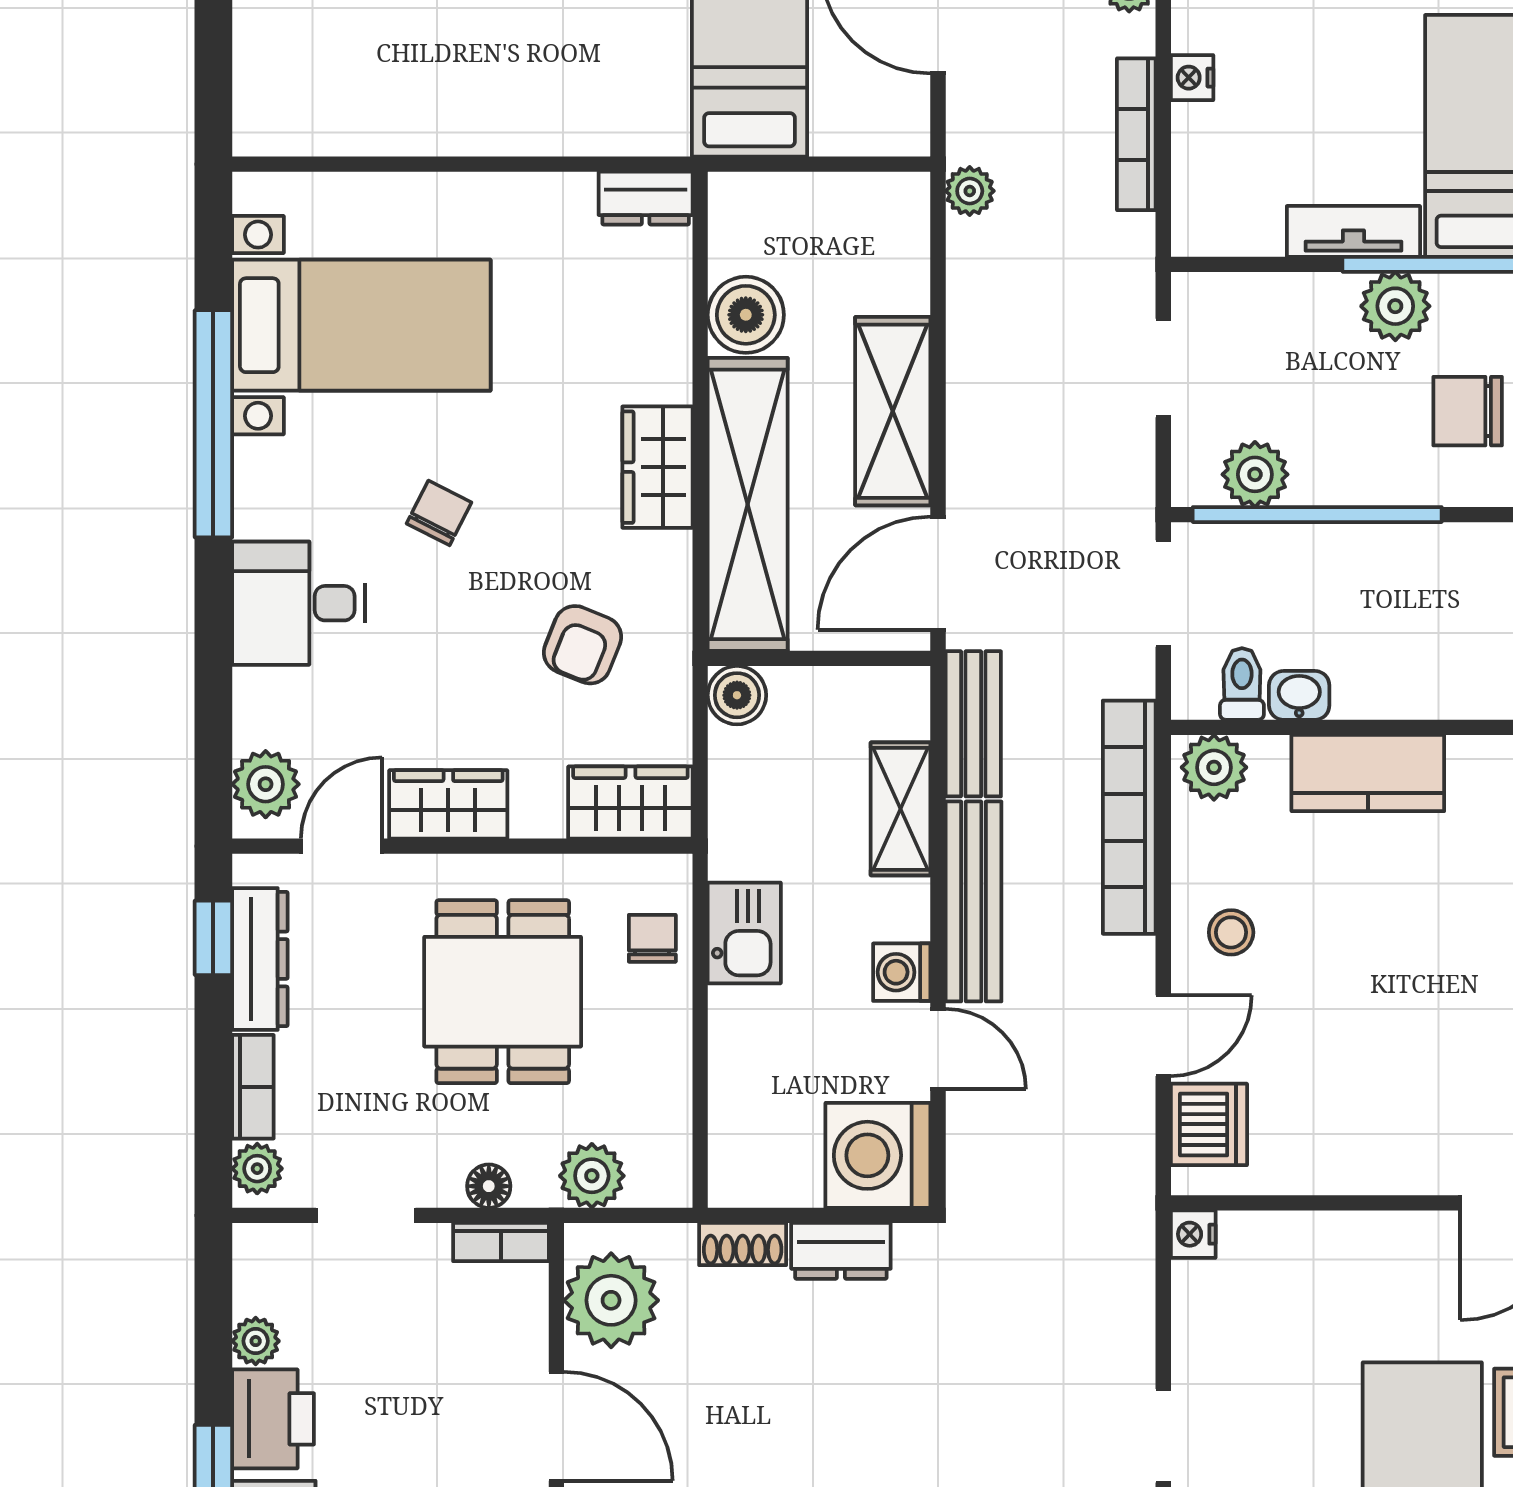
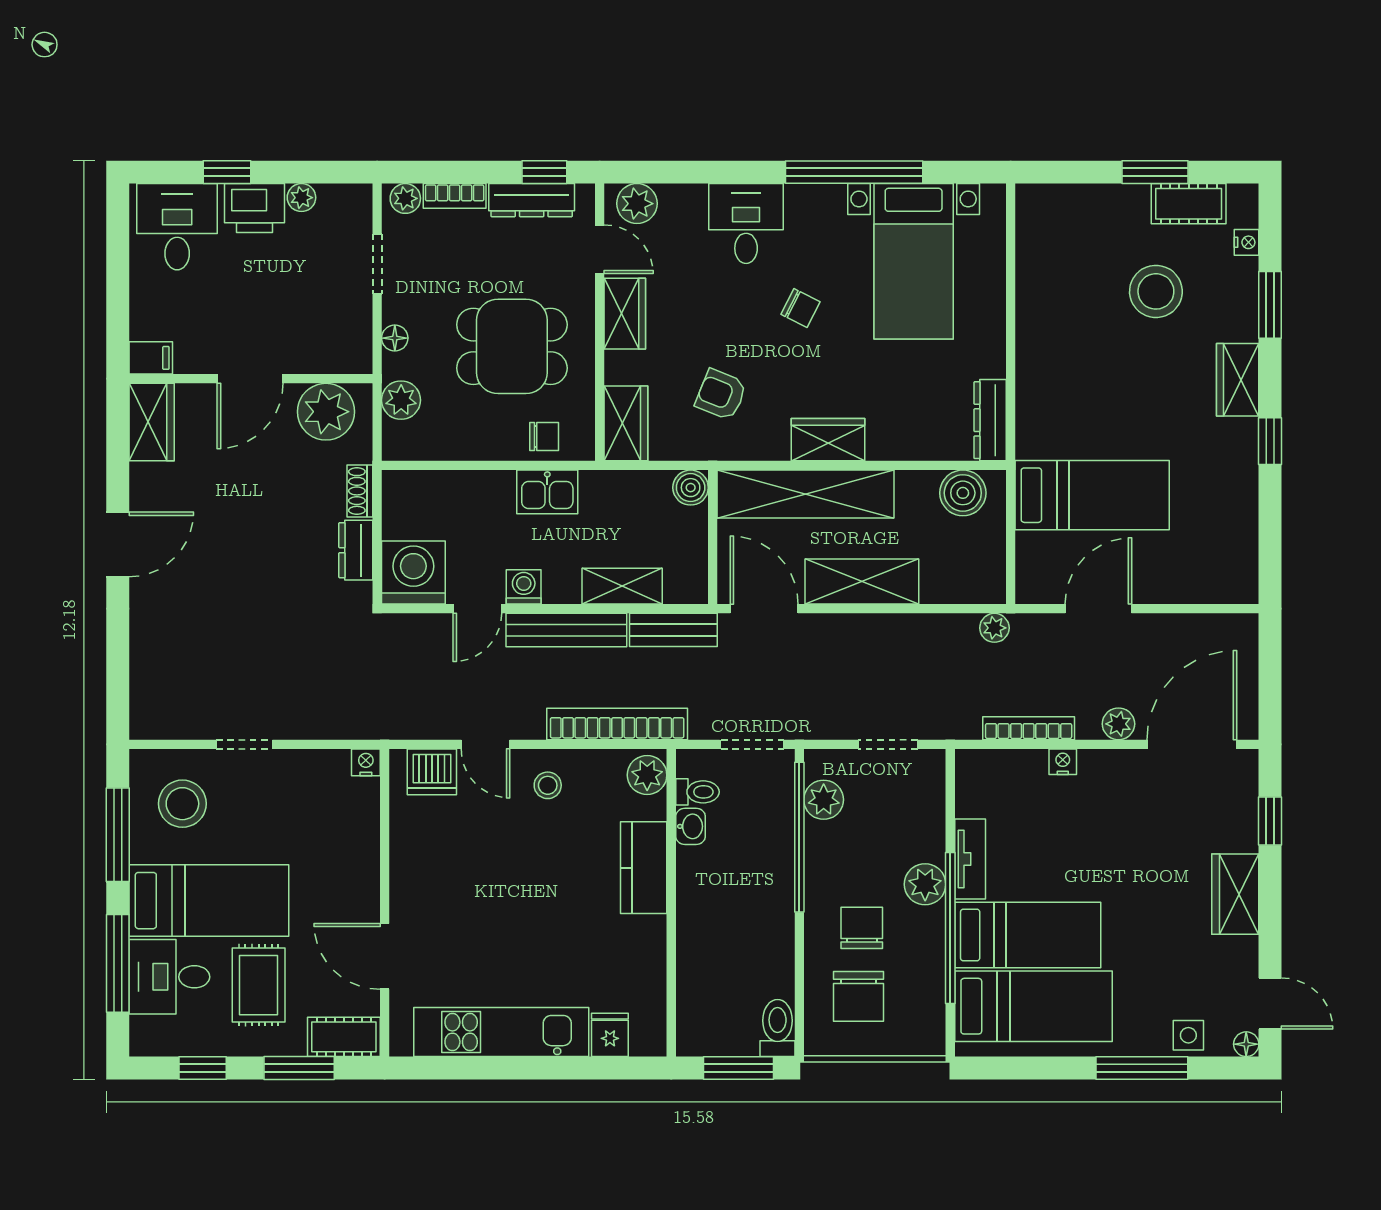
dresser: (646, 198) -> (990, 420), width x1.44
boiler: (746, 315) -> (963, 493), moved
bookcase: (501, 1242) -> (361, 345), removed

